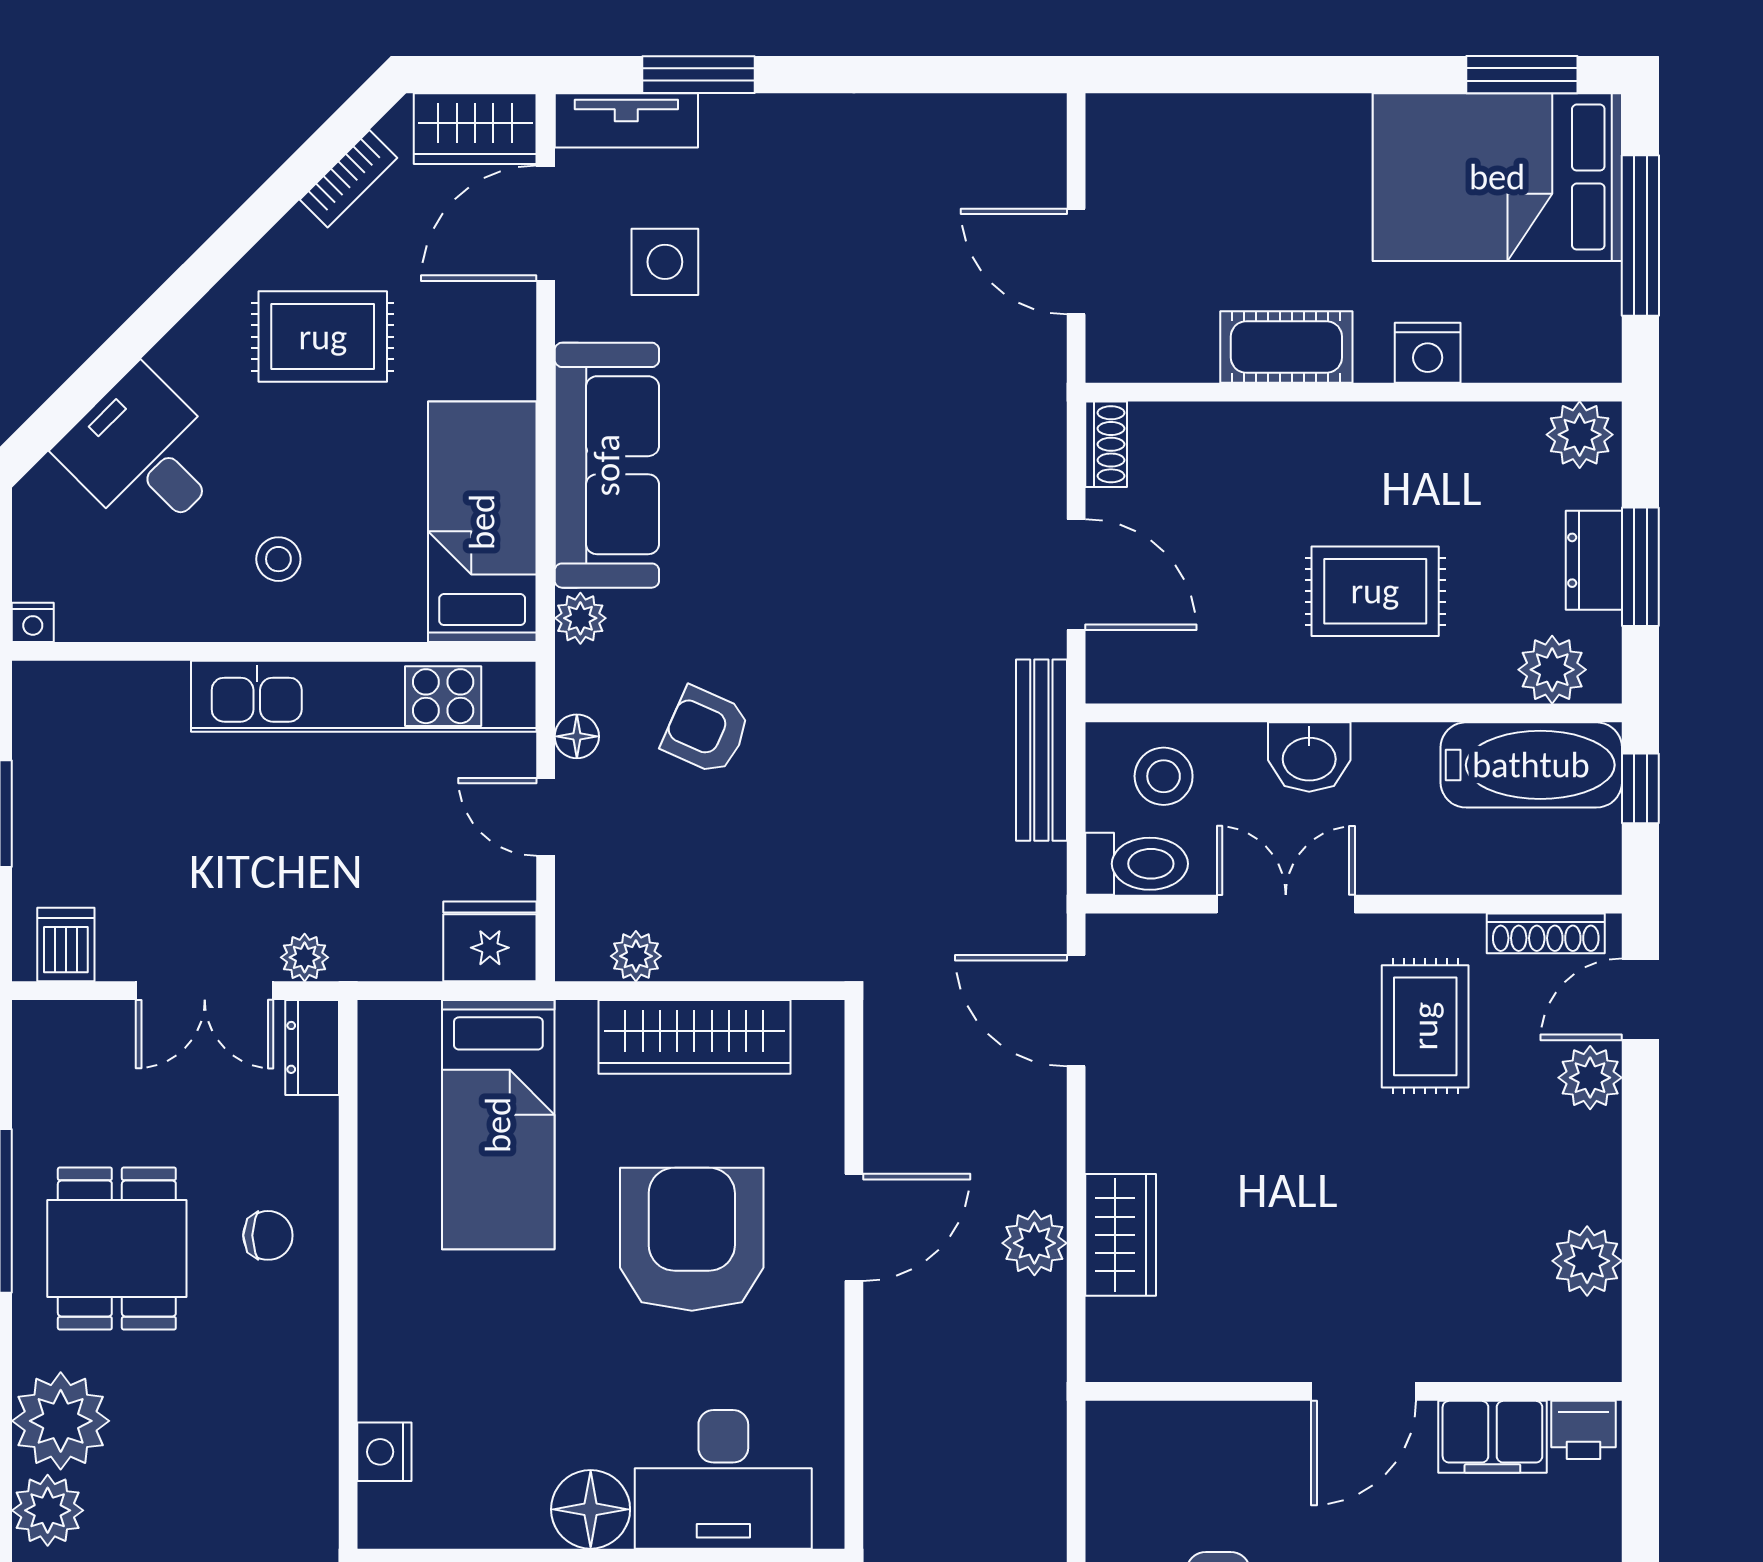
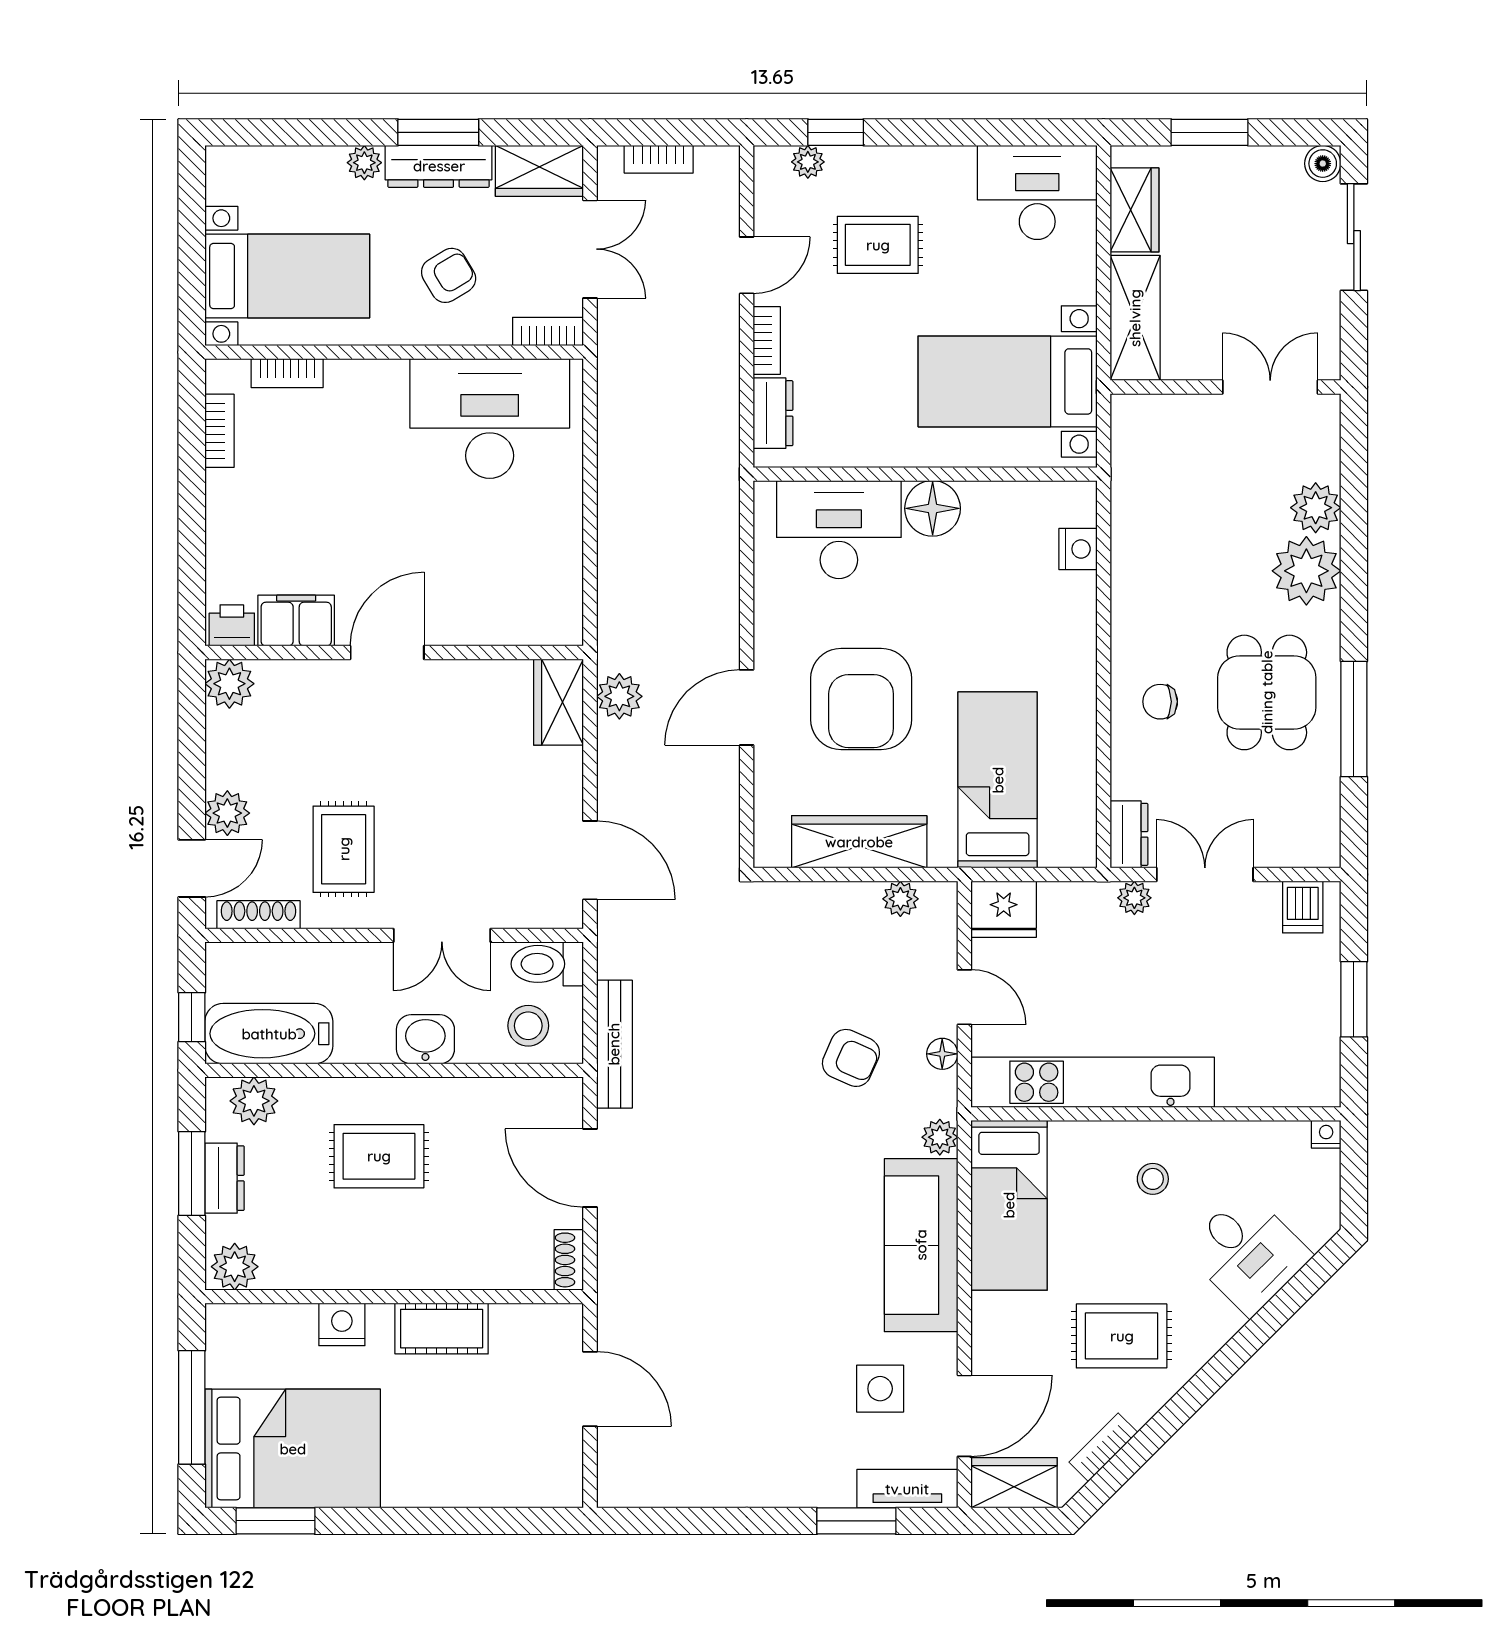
wall: (1354, 1391) -> (394, 653), moved
door: (1364, 1391) -> (387, 653), moved
printer: (1584, 1430) -> (232, 625), moved
filing cabinet: (1492, 1437) -> (296, 621), moved

